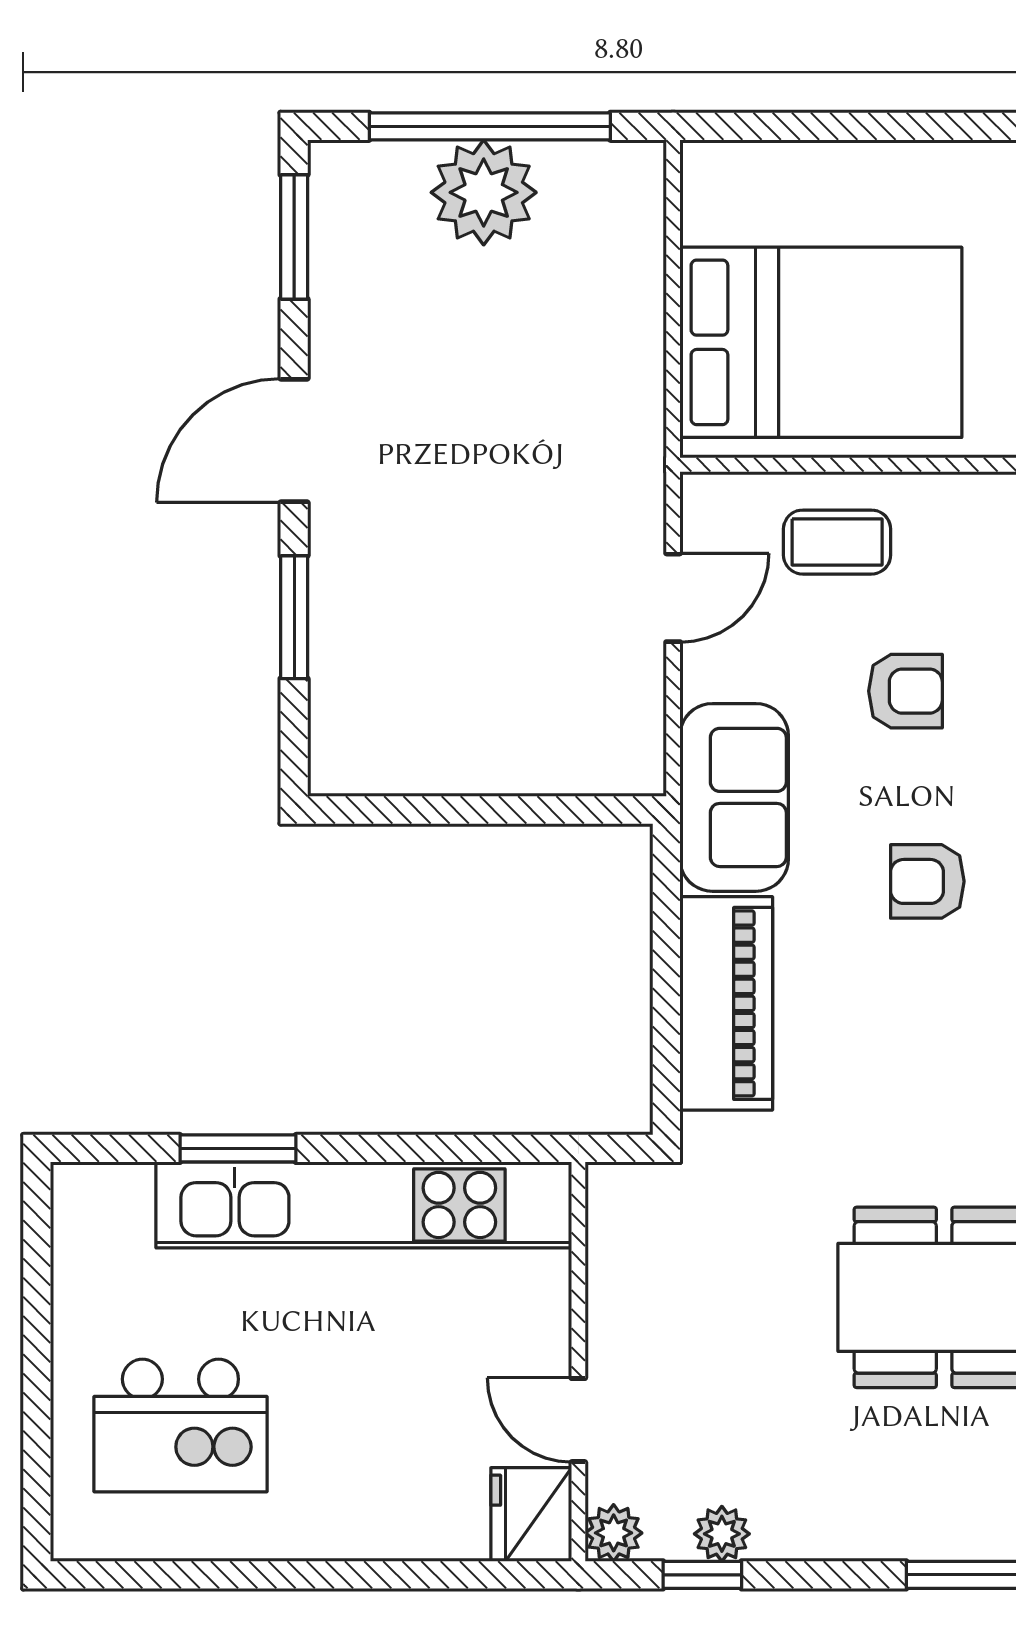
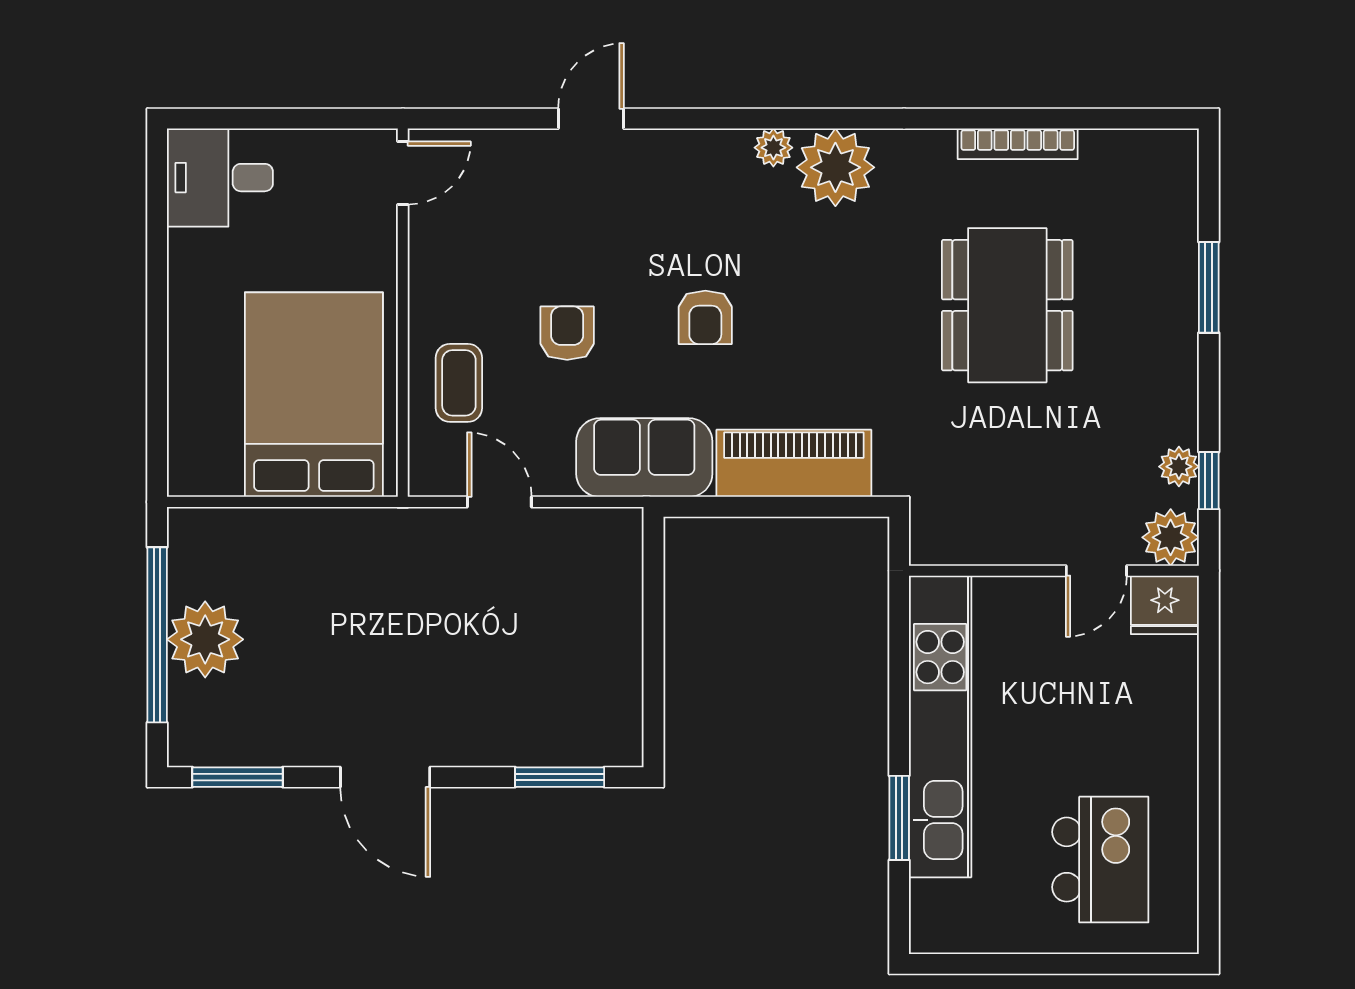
window: (294, 617) -> (560, 777), moved
plant: (614, 1533) -> (1171, 537), width x1.38, depth x1.38

